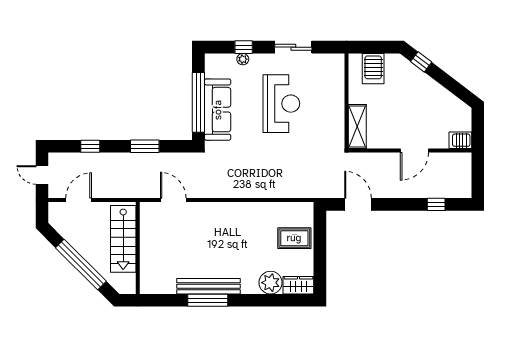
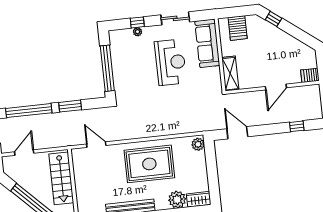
sofa: (218, 110) -> (207, 43), moved, turned 180
window: (90, 146) -> (29, 111), width x3.17
plant: (305, 214) -> (198, 144), added
rug: (294, 238) -> (149, 164), moved, width x1.86, depth x2.06

